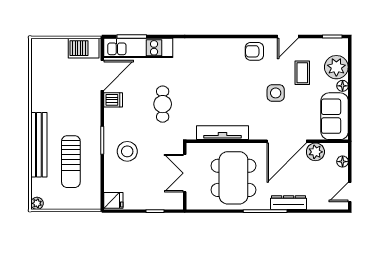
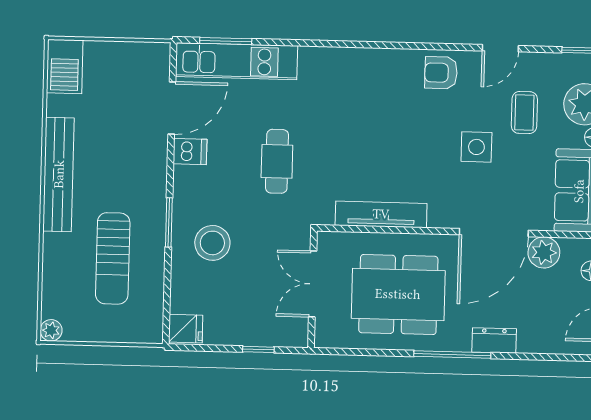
barbecue: (84, 48) -> (65, 66), moved, turned -90
bench: (39, 145) -> (59, 174), moved
dining table: (233, 178) -> (398, 294), turned 90
dresser: (289, 203) -> (494, 340), width x0.70

